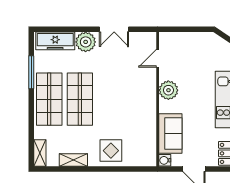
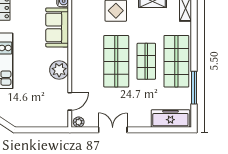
plant: (86, 42) -> (79, 122), moved, width x0.53, depth x0.53
shop shelf: (80, 99) -> (146, 61), width x0.70, depth x0.74
shop shelf: (110, 99) -> (116, 61), added

